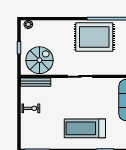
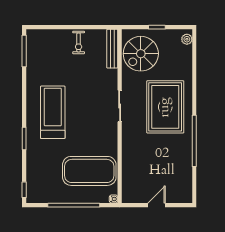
rug: (94, 37) -> (165, 107), moved
spiral stairs: (40, 60) -> (141, 54), turned 90

